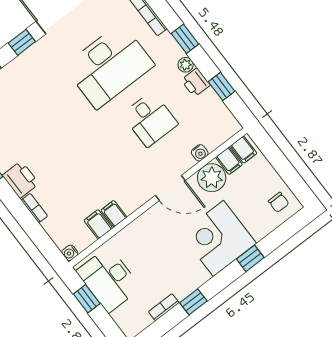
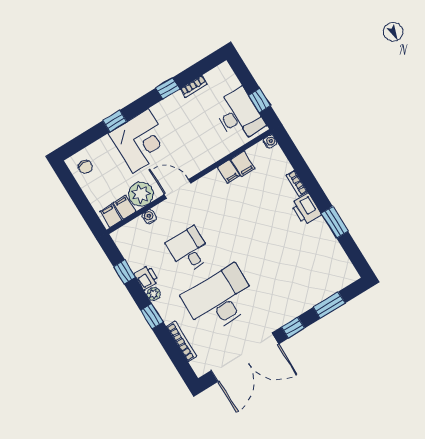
chair: (279, 202) -> (85, 167), turned 180

